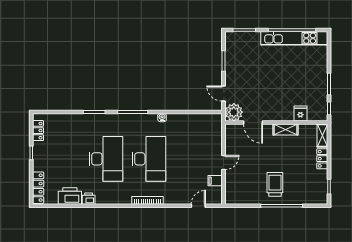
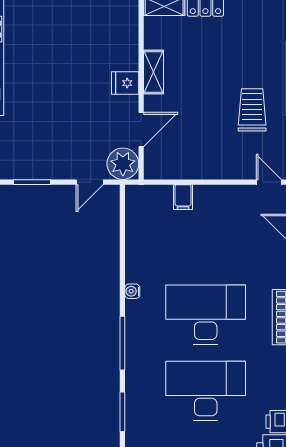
fridge: (300, 114) -> (125, 83), moved
door: (224, 163) -> (269, 182), moved
filing cabinet: (215, 181) -> (183, 197), moved
trolley: (275, 184) -> (252, 110), moved, turned 90

